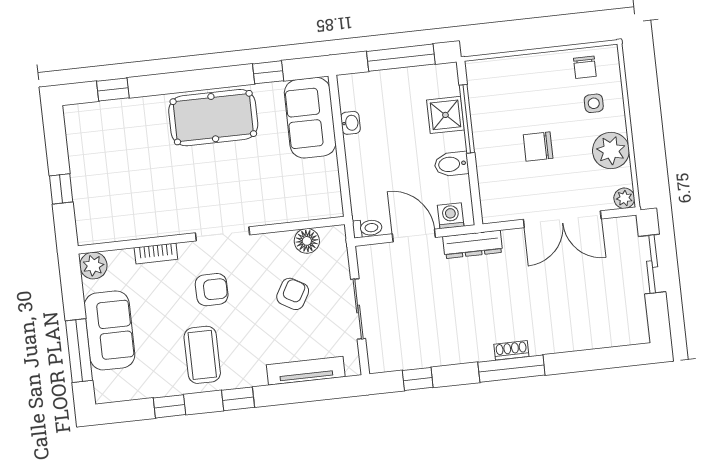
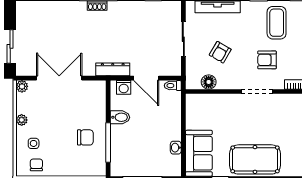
shower: (445, 115) -> (120, 146), removed
chair: (538, 147) -> (85, 137), moved
plant: (611, 150) -> (22, 120), width x0.53, depth x0.53

